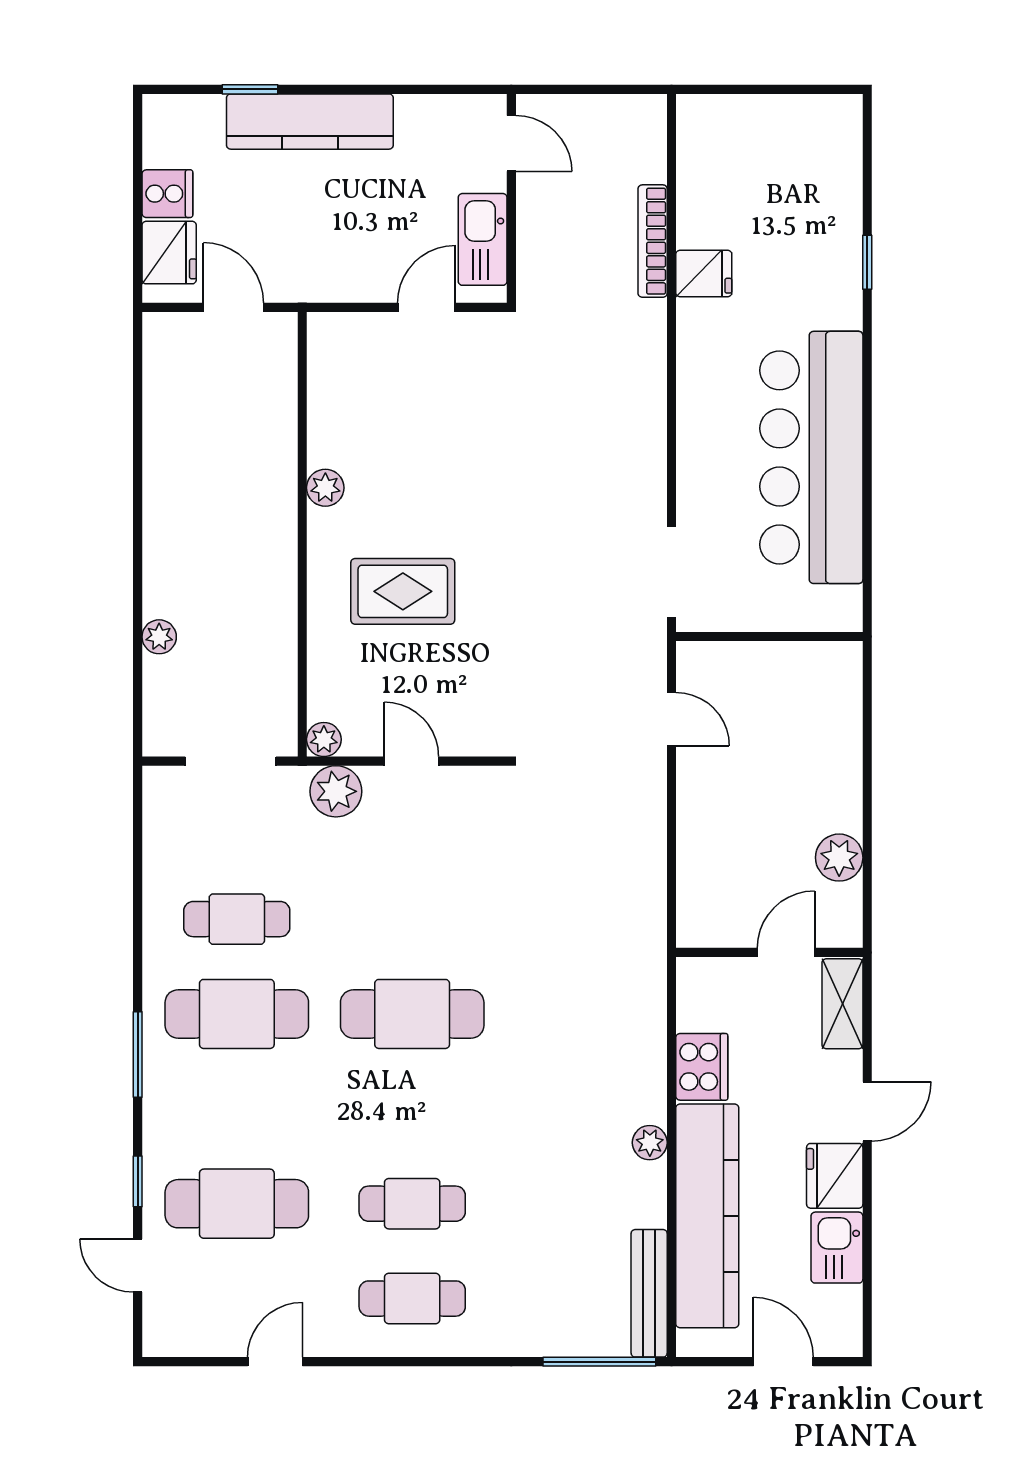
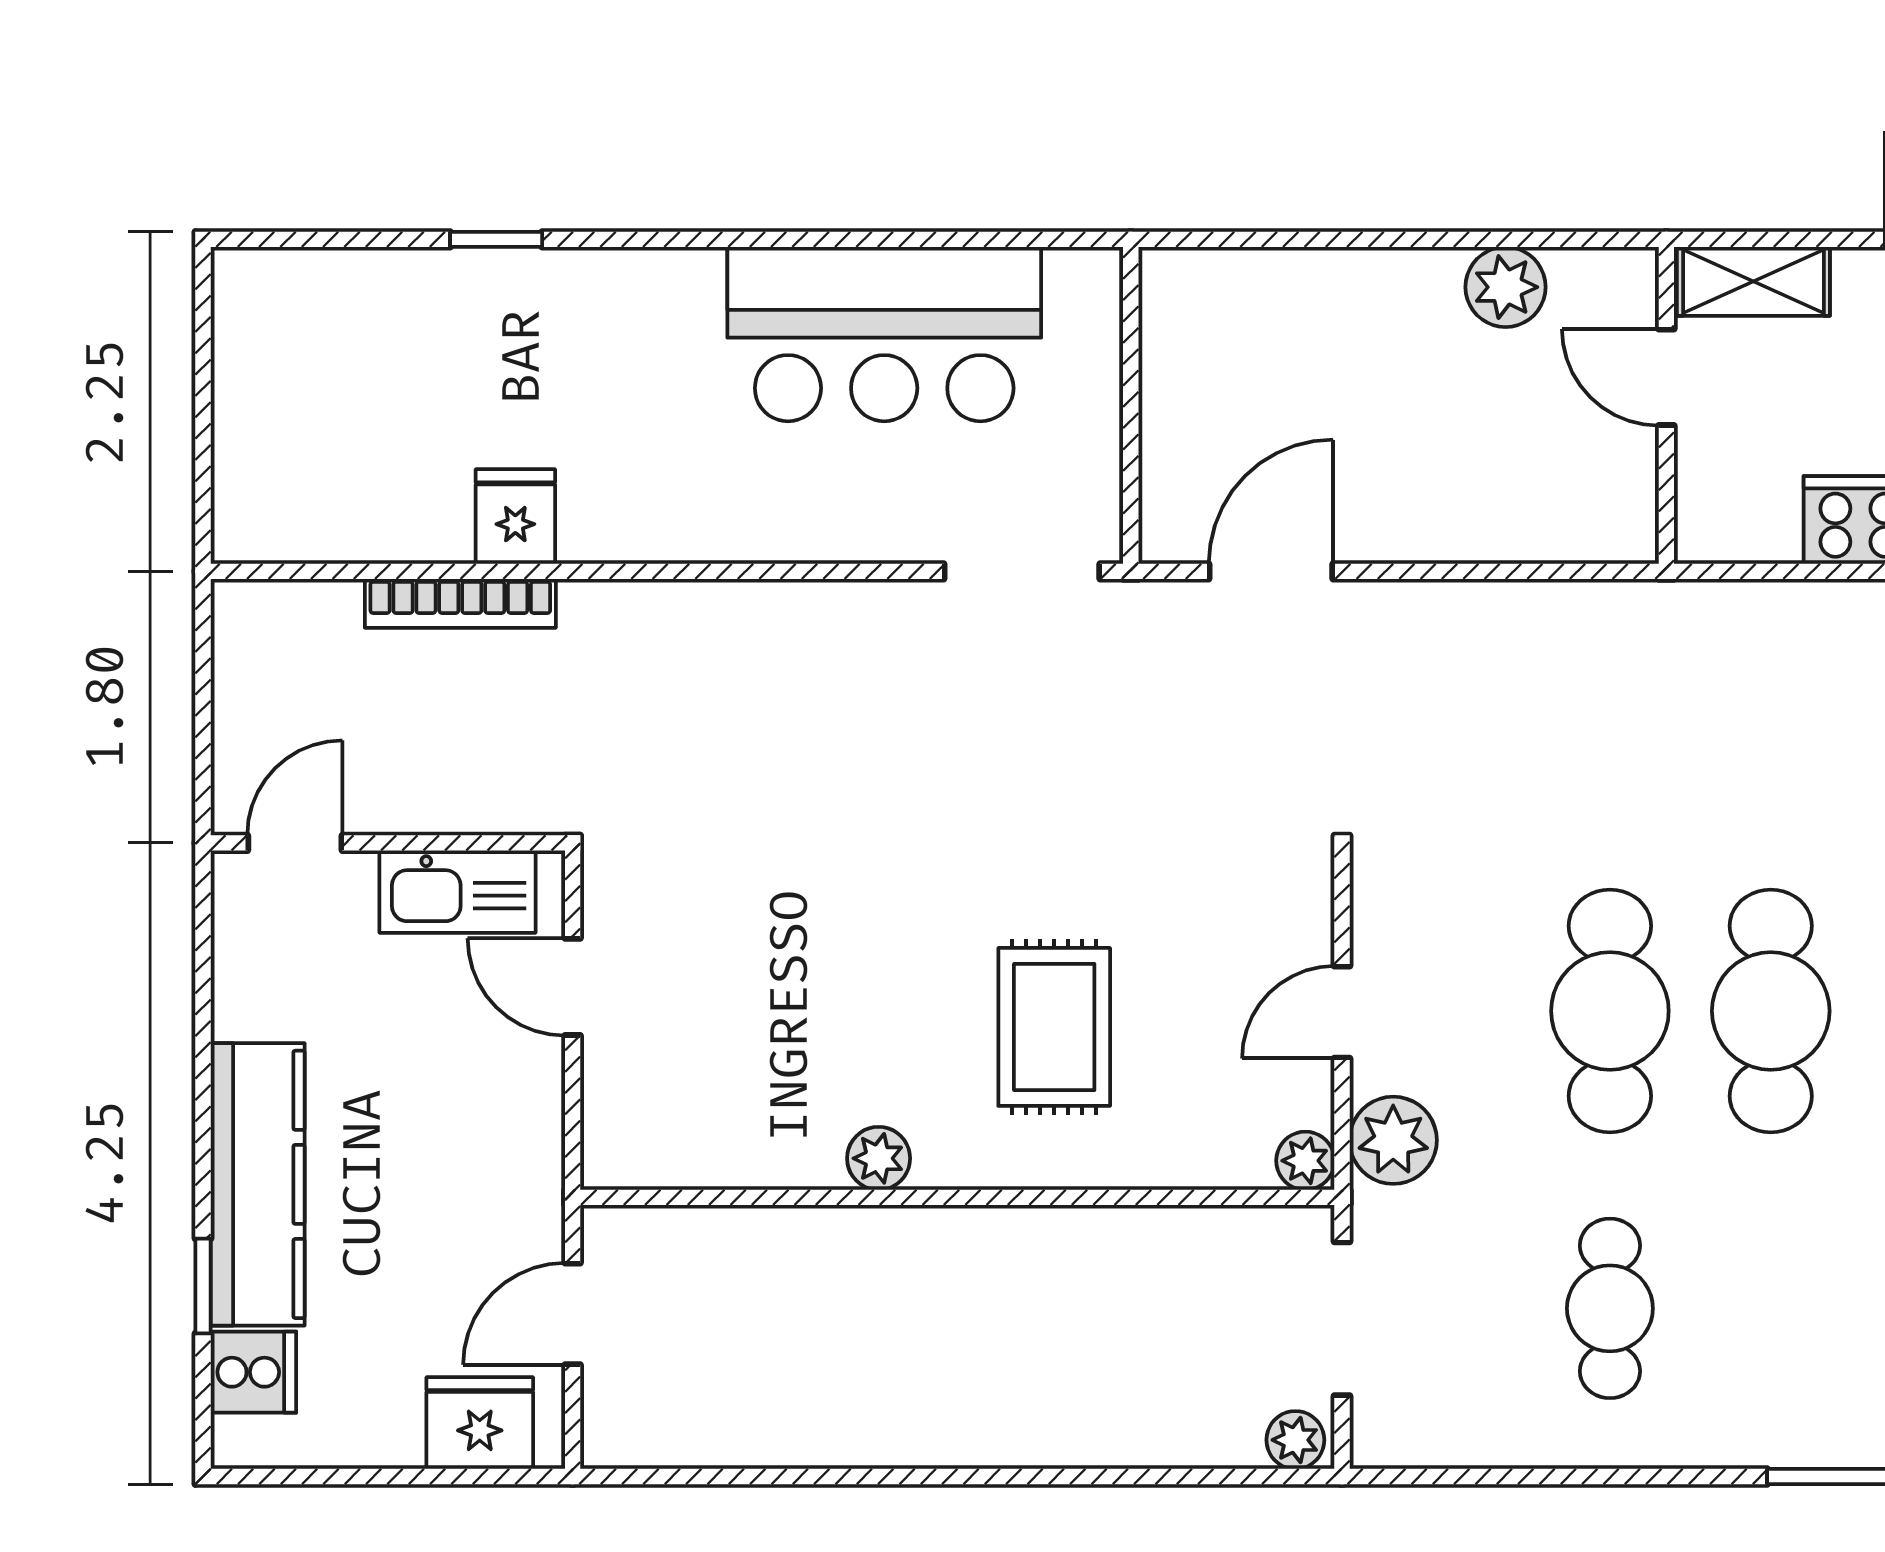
cooker: (167, 194) -> (253, 1372), moved, turned 90
bar counter: (811, 457) -> (884, 334), width x0.73
plant: (159, 637) -> (1295, 1440), moved
door: (671, 719) -> (1271, 571), width x1.38
cafe table: (237, 1014) -> (1610, 1011), moved

